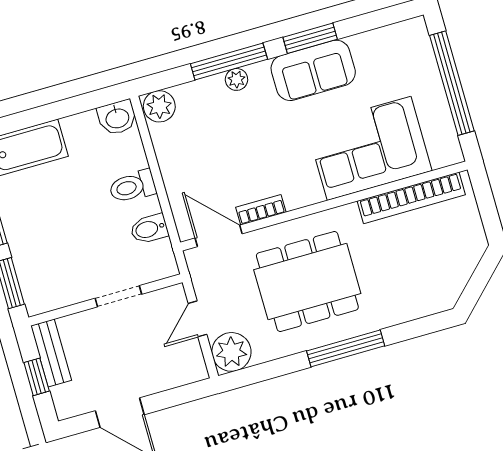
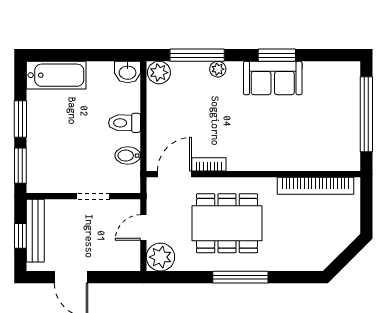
window: (229, 61) -> (197, 55), moved
corner sofa: (369, 148) -> (296, 143), removed
door: (219, 236) -> (175, 174), hinge flipped
bench: (51, 353) -> (35, 231), width x1.36

